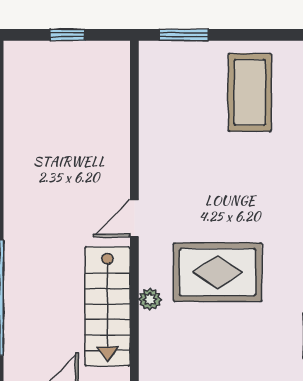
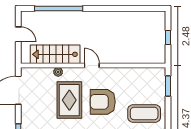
armchair: (222, 192) -> (103, 102), added

